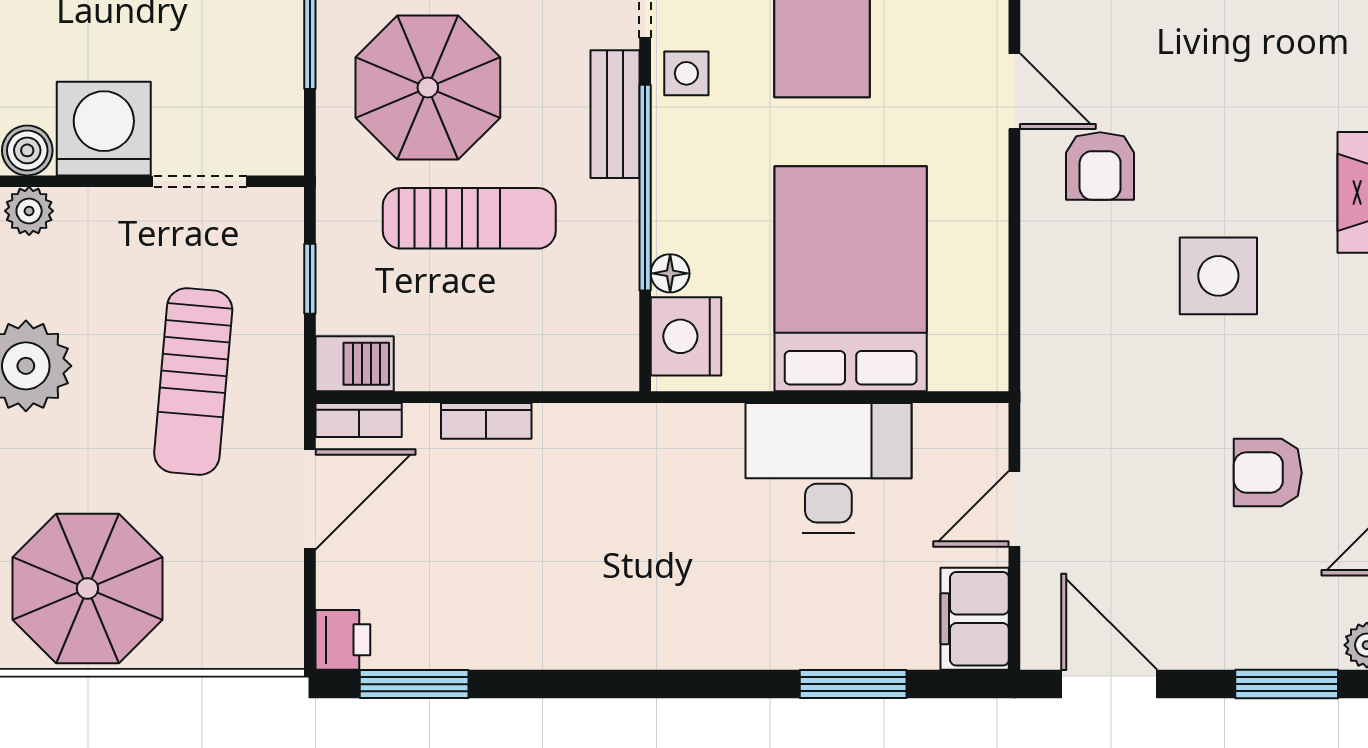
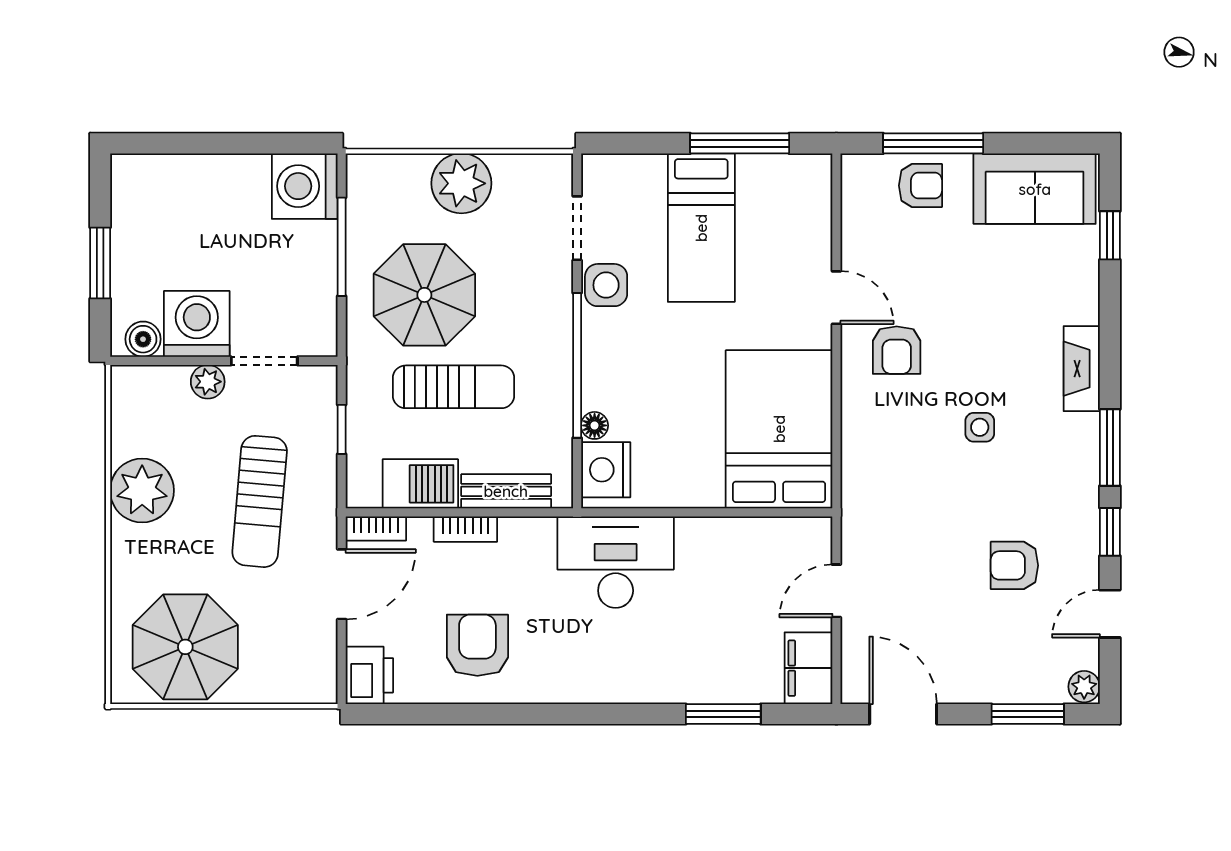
side table: (686, 73) -> (606, 285), width x1.37, depth x1.37
bench: (615, 114) -> (506, 491), moved, turned 90
plant: (29, 211) -> (208, 382), moved
side table: (1218, 276) -> (980, 427), width x0.54, depth x0.54
bed: (851, 279) -> (779, 429), moved
barbecue: (355, 364) -> (420, 484), moved, width x1.38, depth x1.27
desk: (828, 468) -> (616, 562), moved
armchair: (503, 586) -> (477, 645), added
printer: (343, 640) -> (369, 675), width x1.36, depth x1.24
window: (414, 684) -> (415, 714), removed

